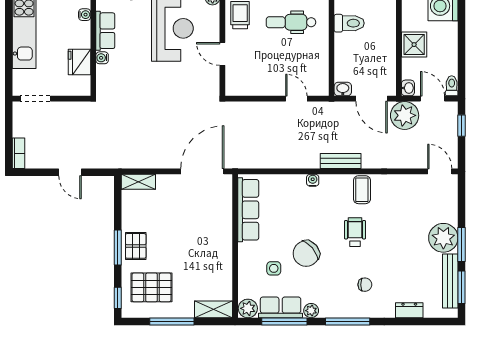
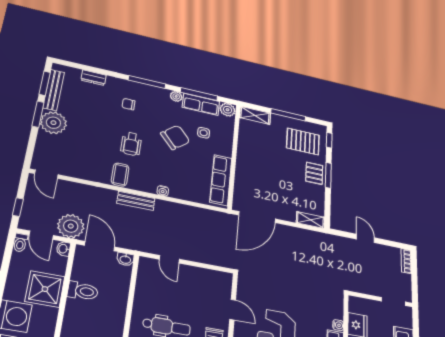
toilet: (349, 23) -> (83, 291), moved, turned 180
shower: (414, 45) -> (45, 289), width x1.36, depth x1.36

